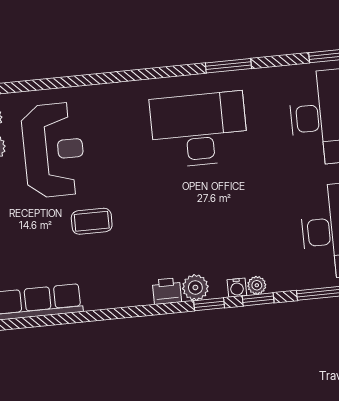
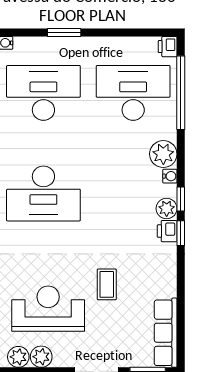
desk: (199, 130) -> (43, 193), turned -90
plant: (257, 285) -> (163, 154), width x1.88, depth x1.88
window: (258, 299) -> (181, 233), moved

